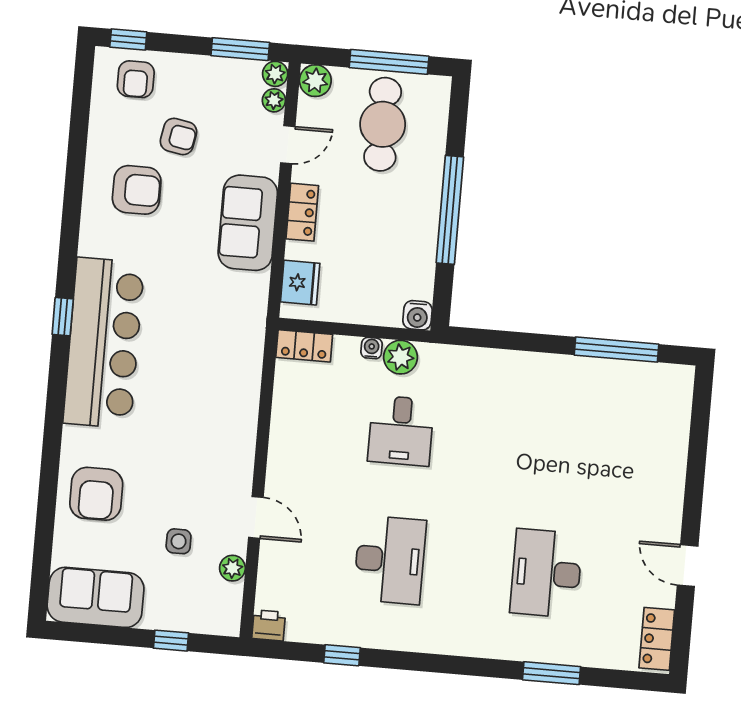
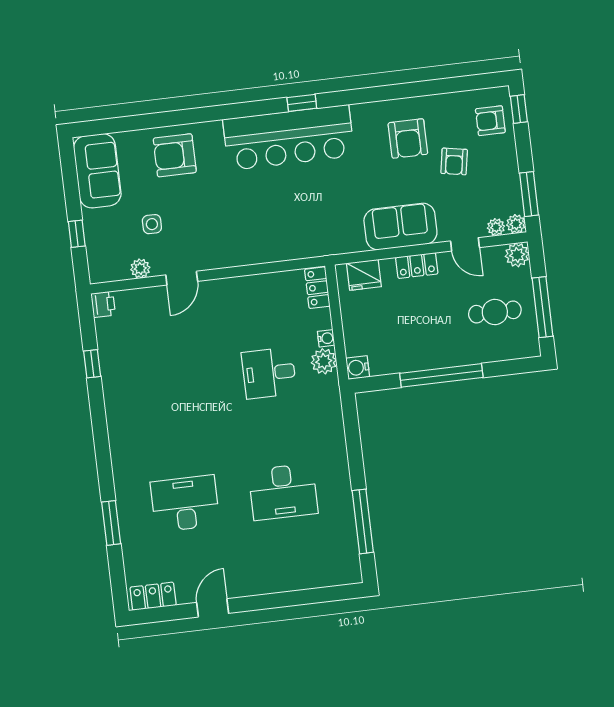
cafe table: (383, 124) -> (495, 312), width x0.73, depth x0.74
desk: (390, 560) -> (283, 492), moved

